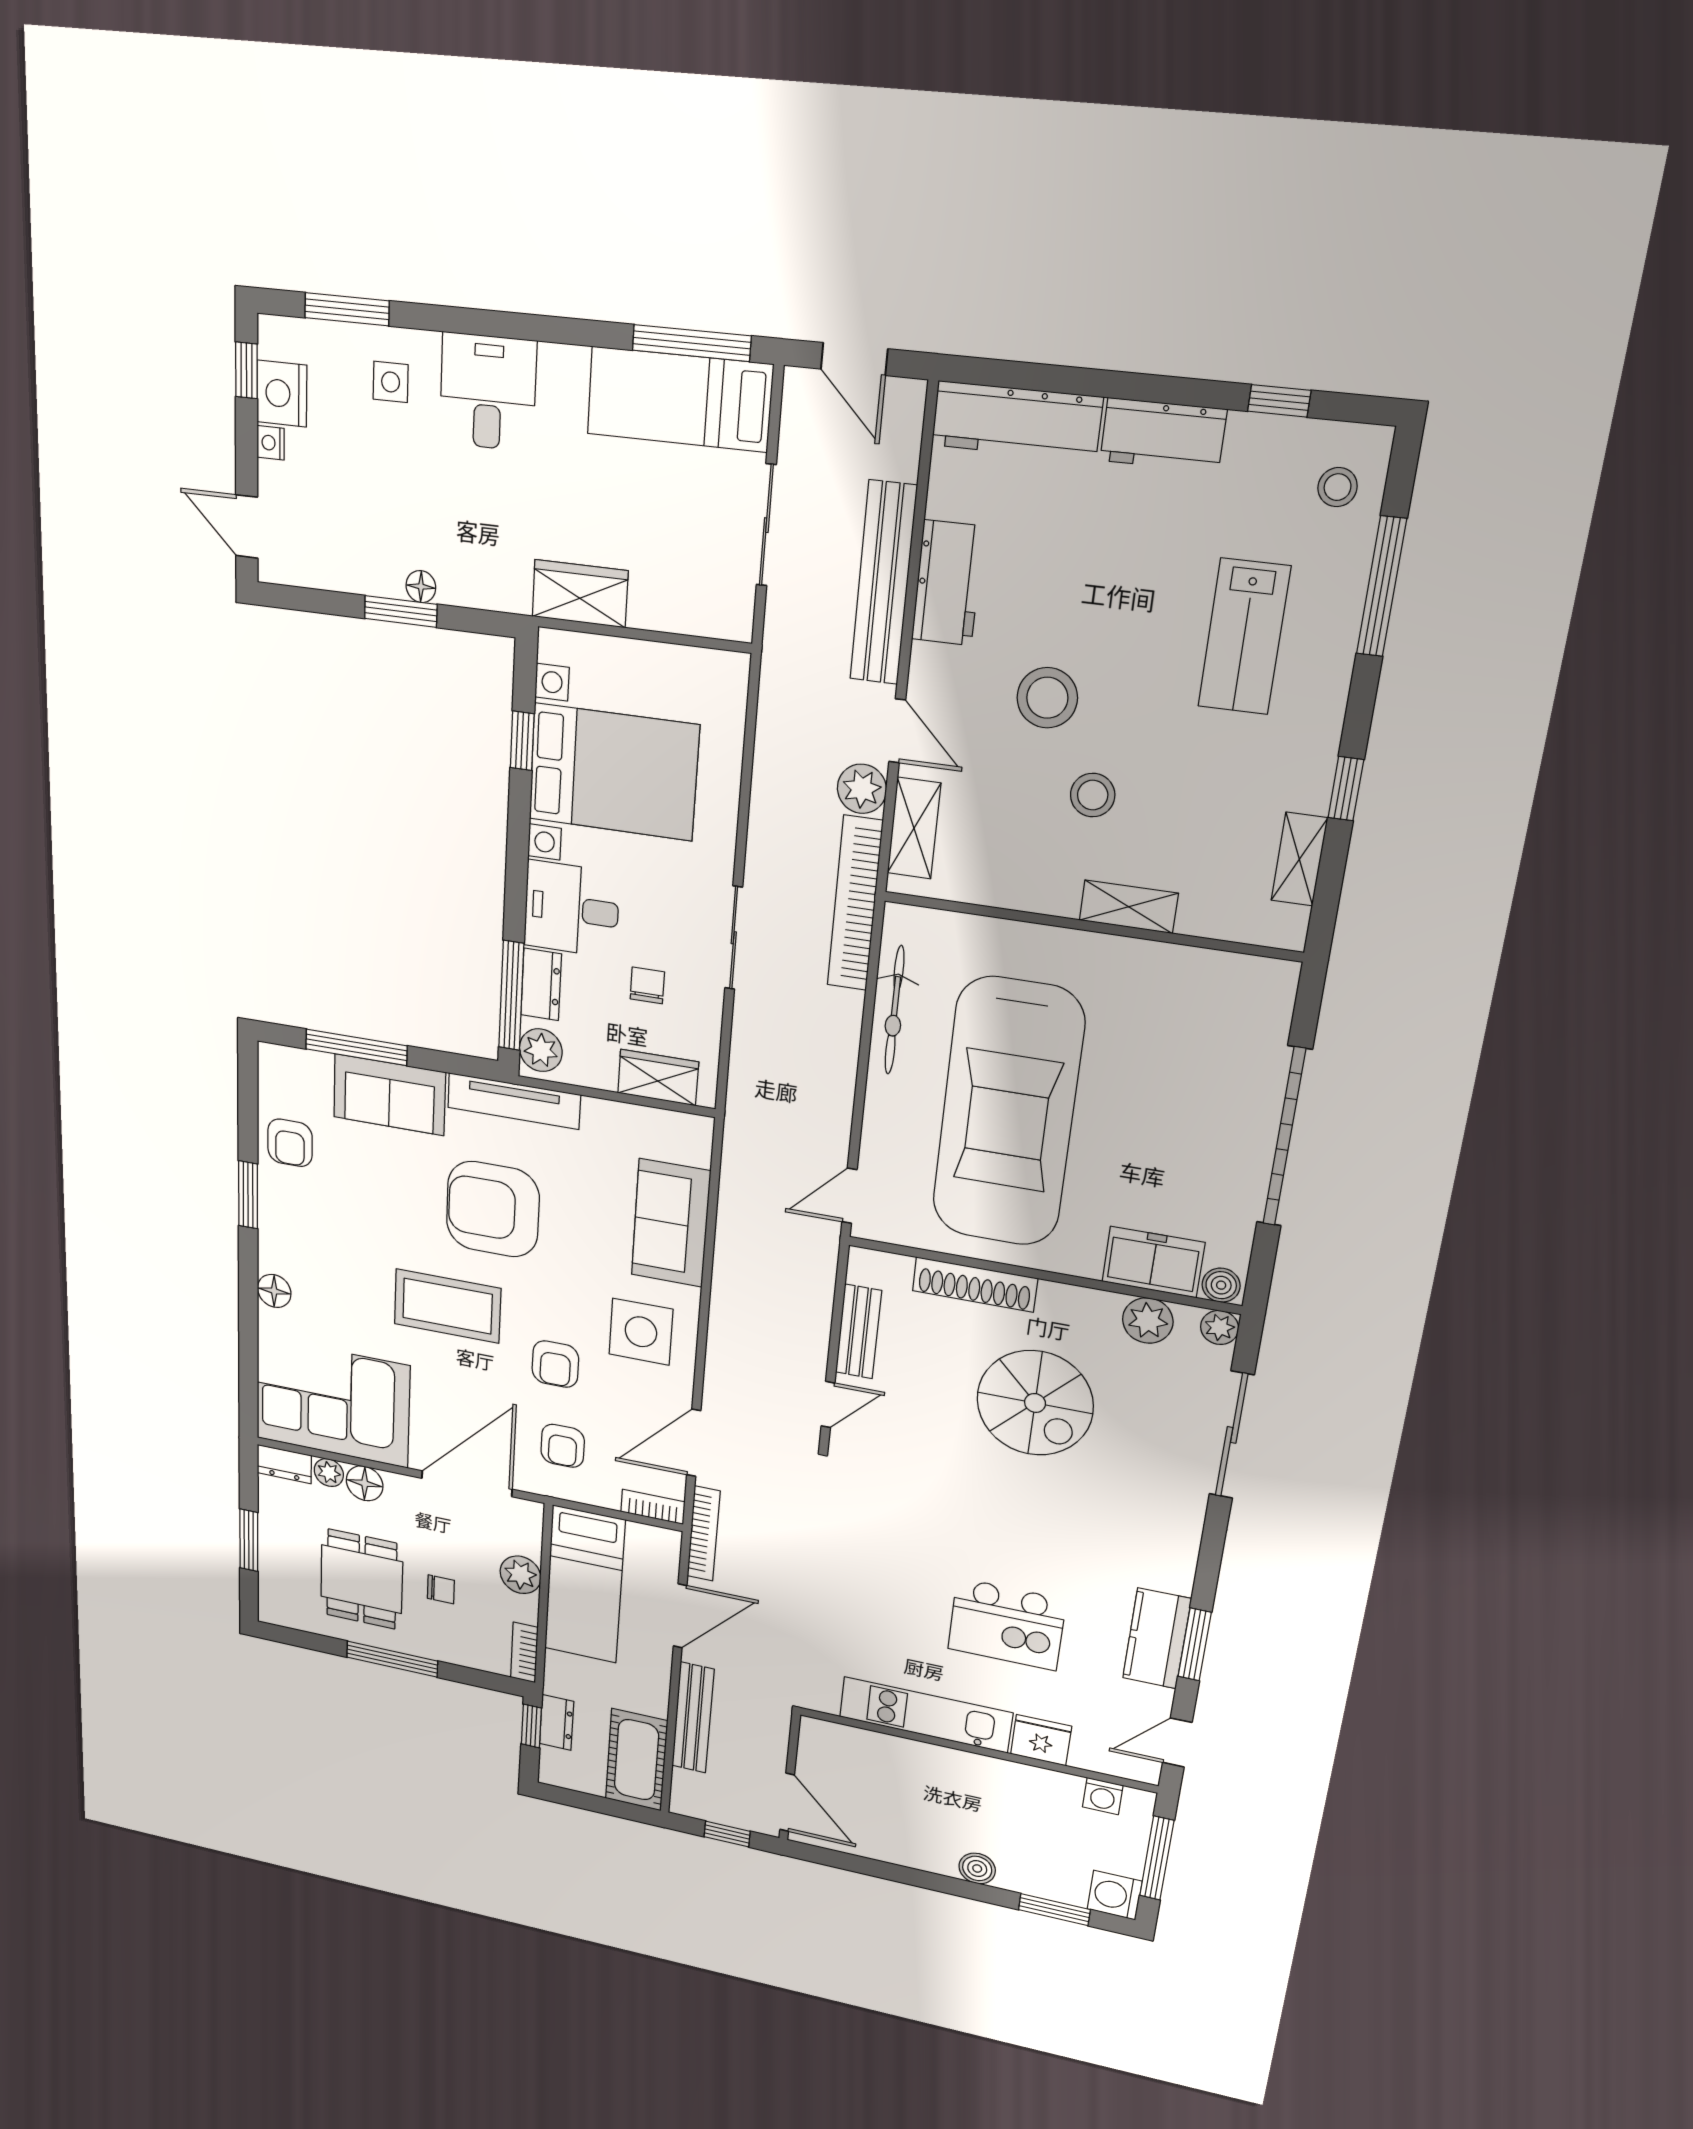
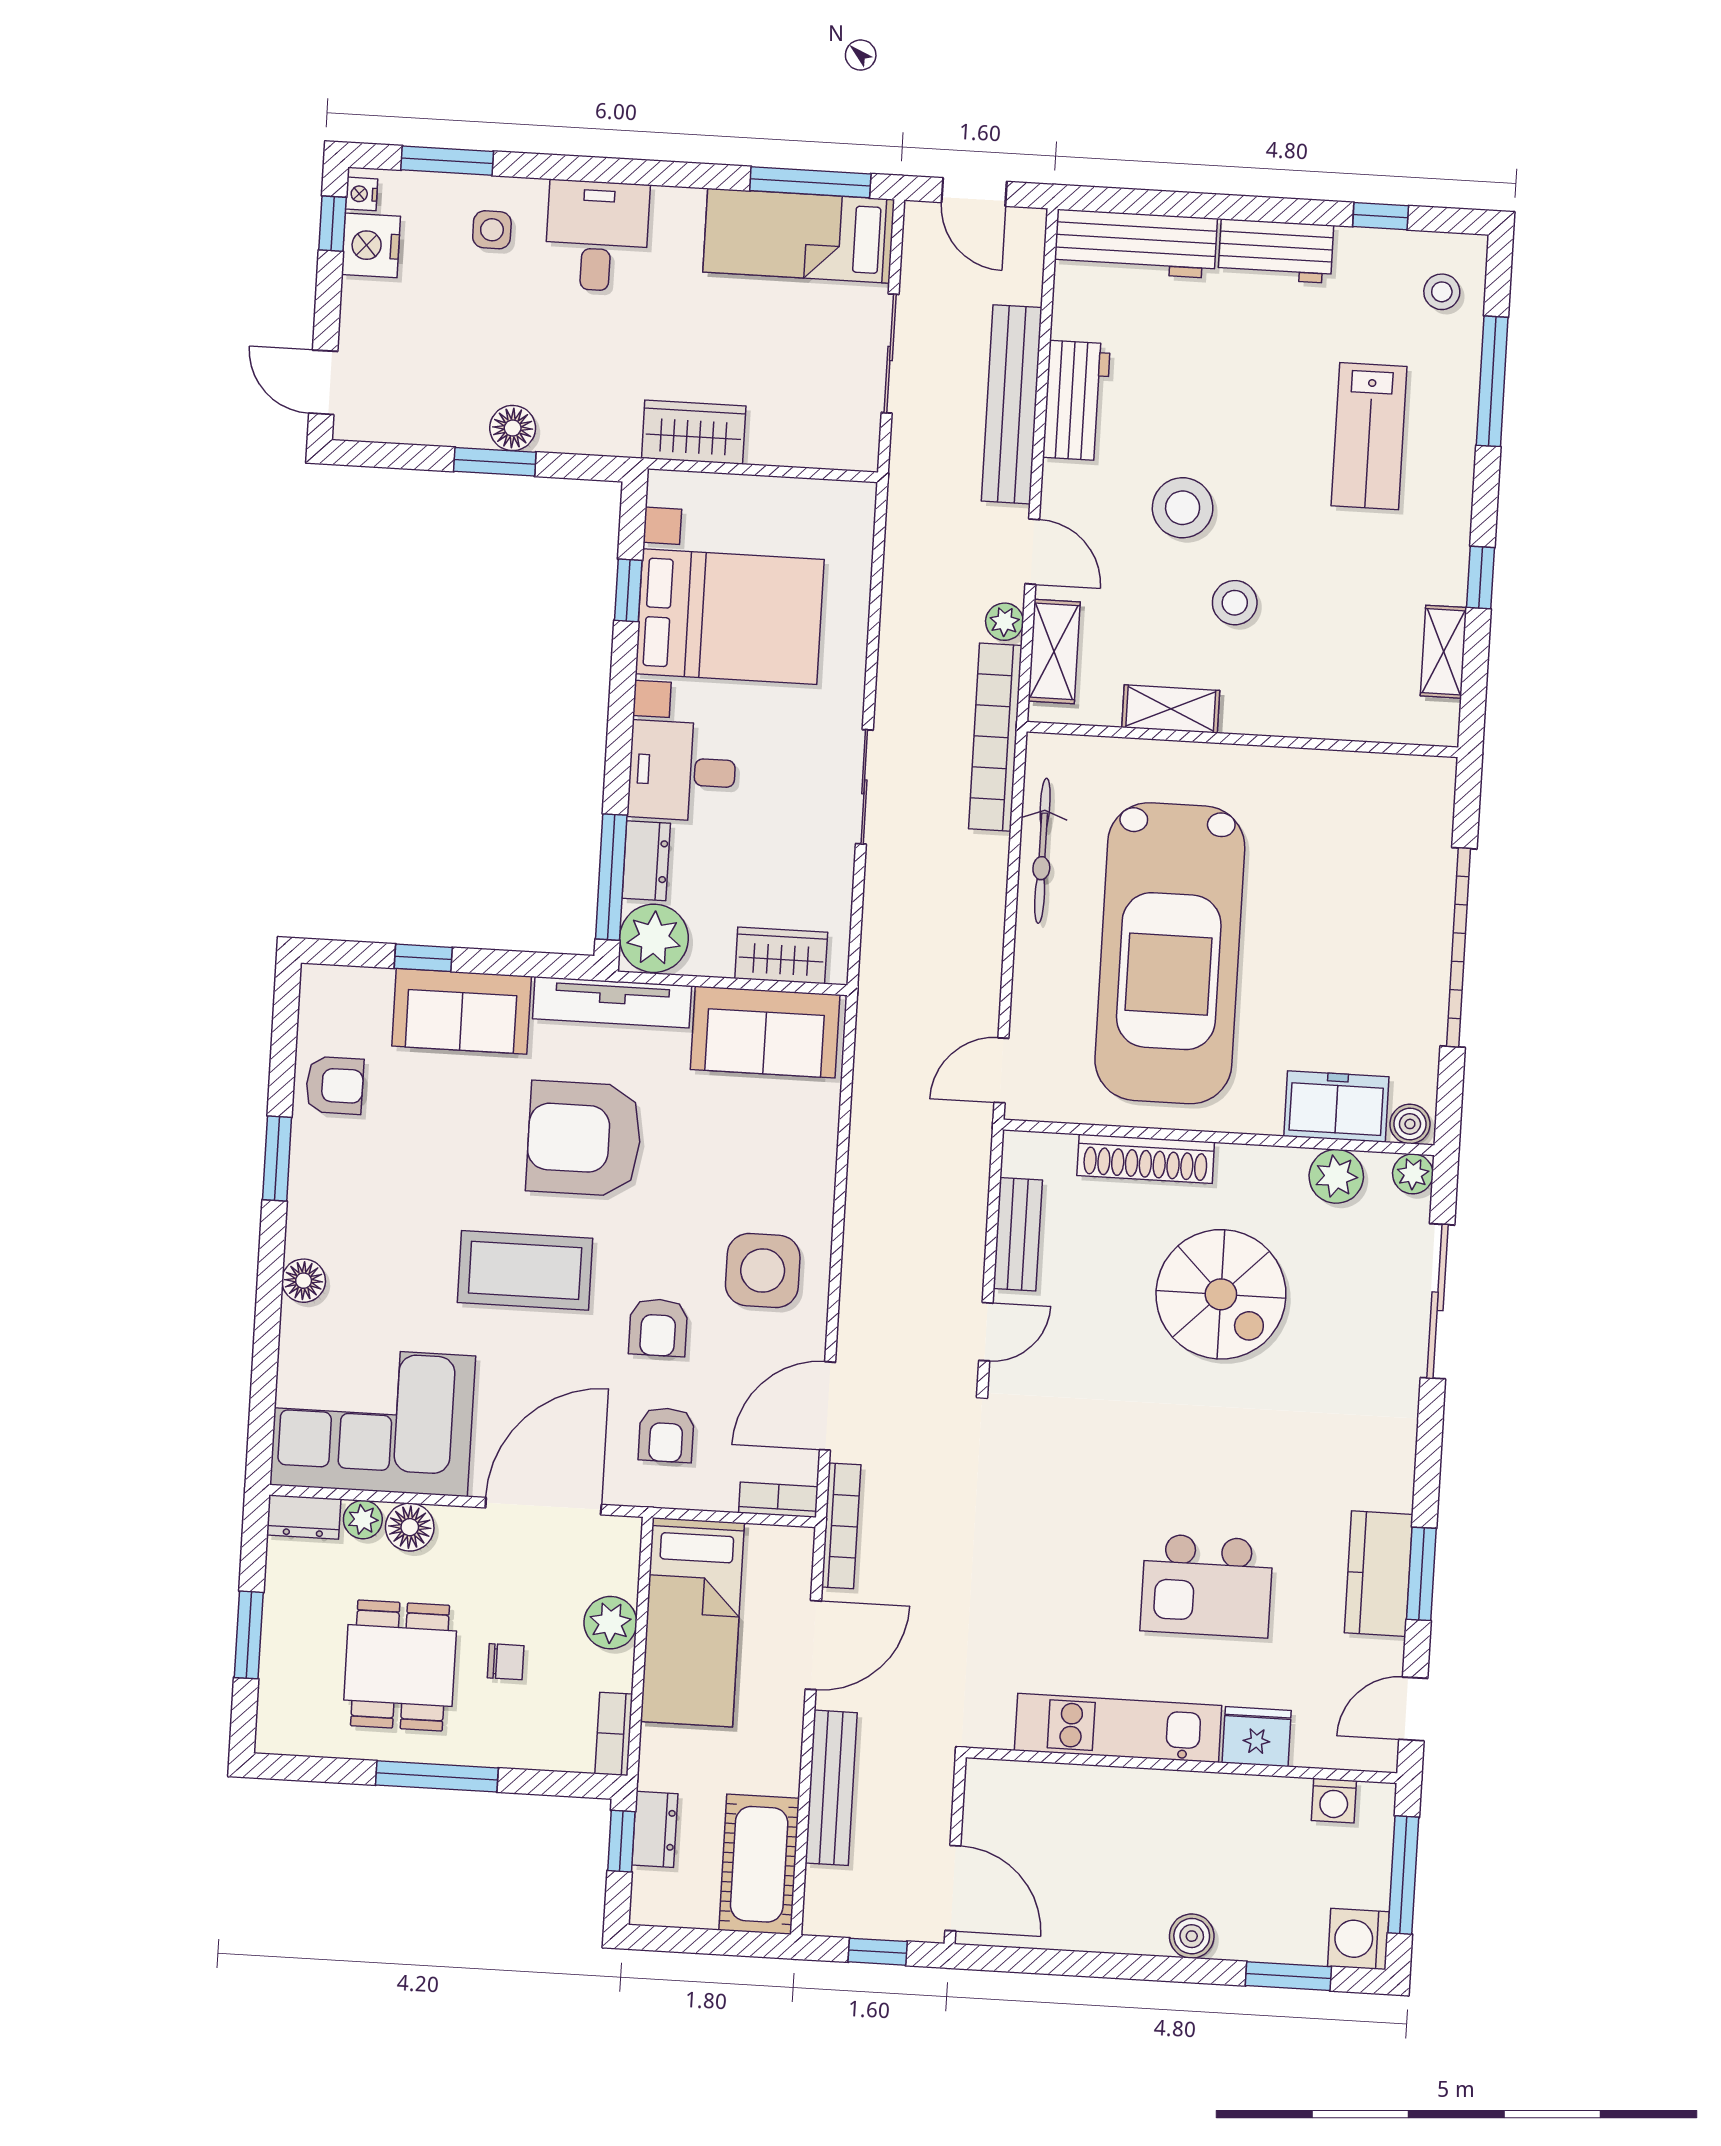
nightstand: (271, 443) -> (362, 194), moved
floor lamp: (421, 587) -> (513, 428), width x1.37, depth x1.37
plant: (862, 789) -> (1004, 622), width x0.73, depth x0.73
shelving: (1129, 907) -> (1171, 709), moved
chair: (647, 985) -> (768, 850), removed
window: (356, 1047) -> (423, 958), width x0.46
plant: (541, 1050) -> (654, 938), width x1.36, depth x1.36
armchair: (290, 1143) -> (335, 1085), turned -90
sofa: (671, 1223) -> (765, 1032), moved, turned -90

